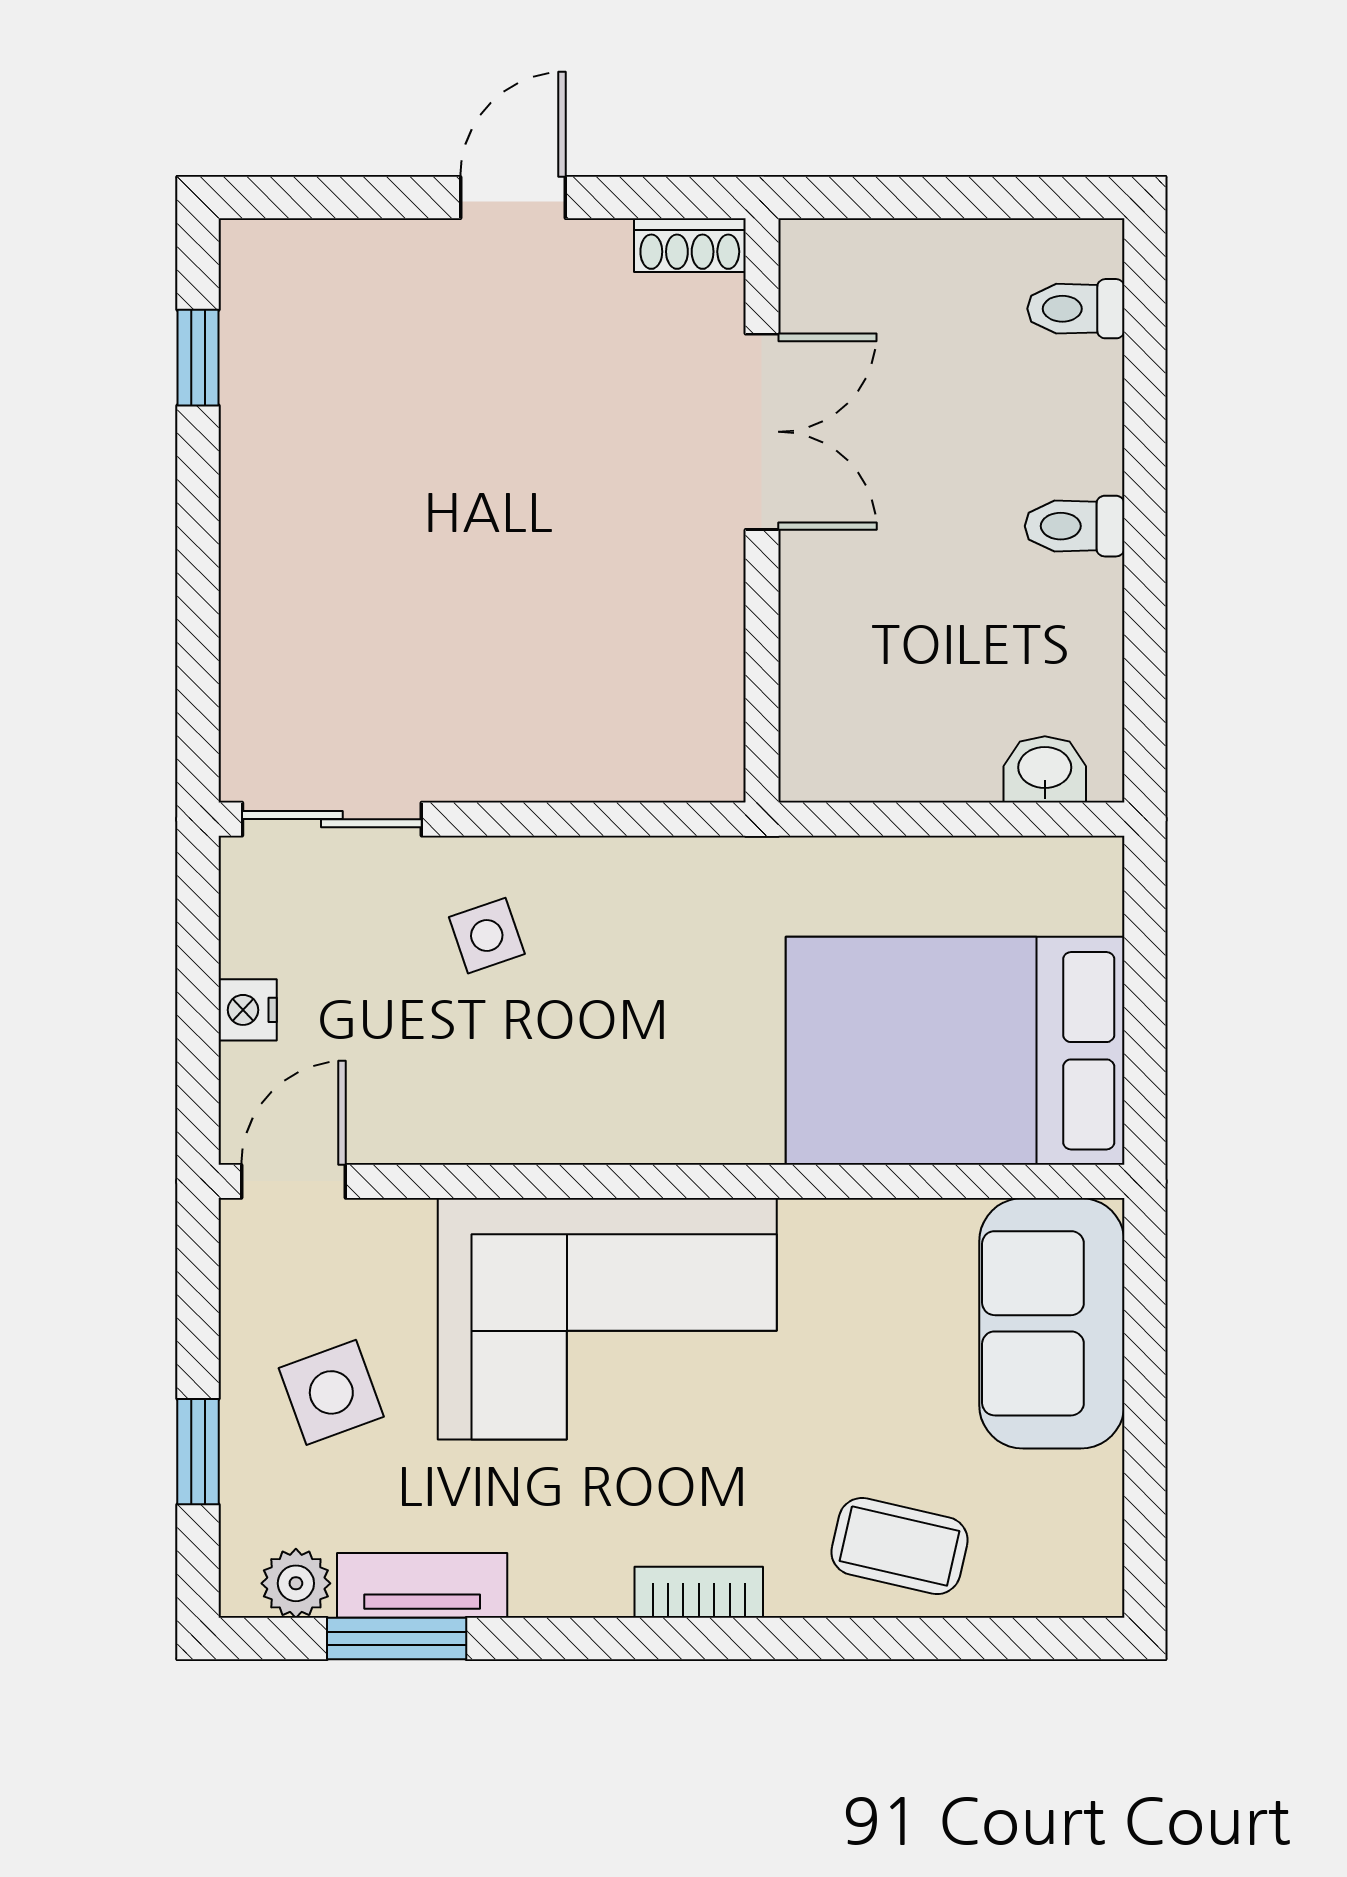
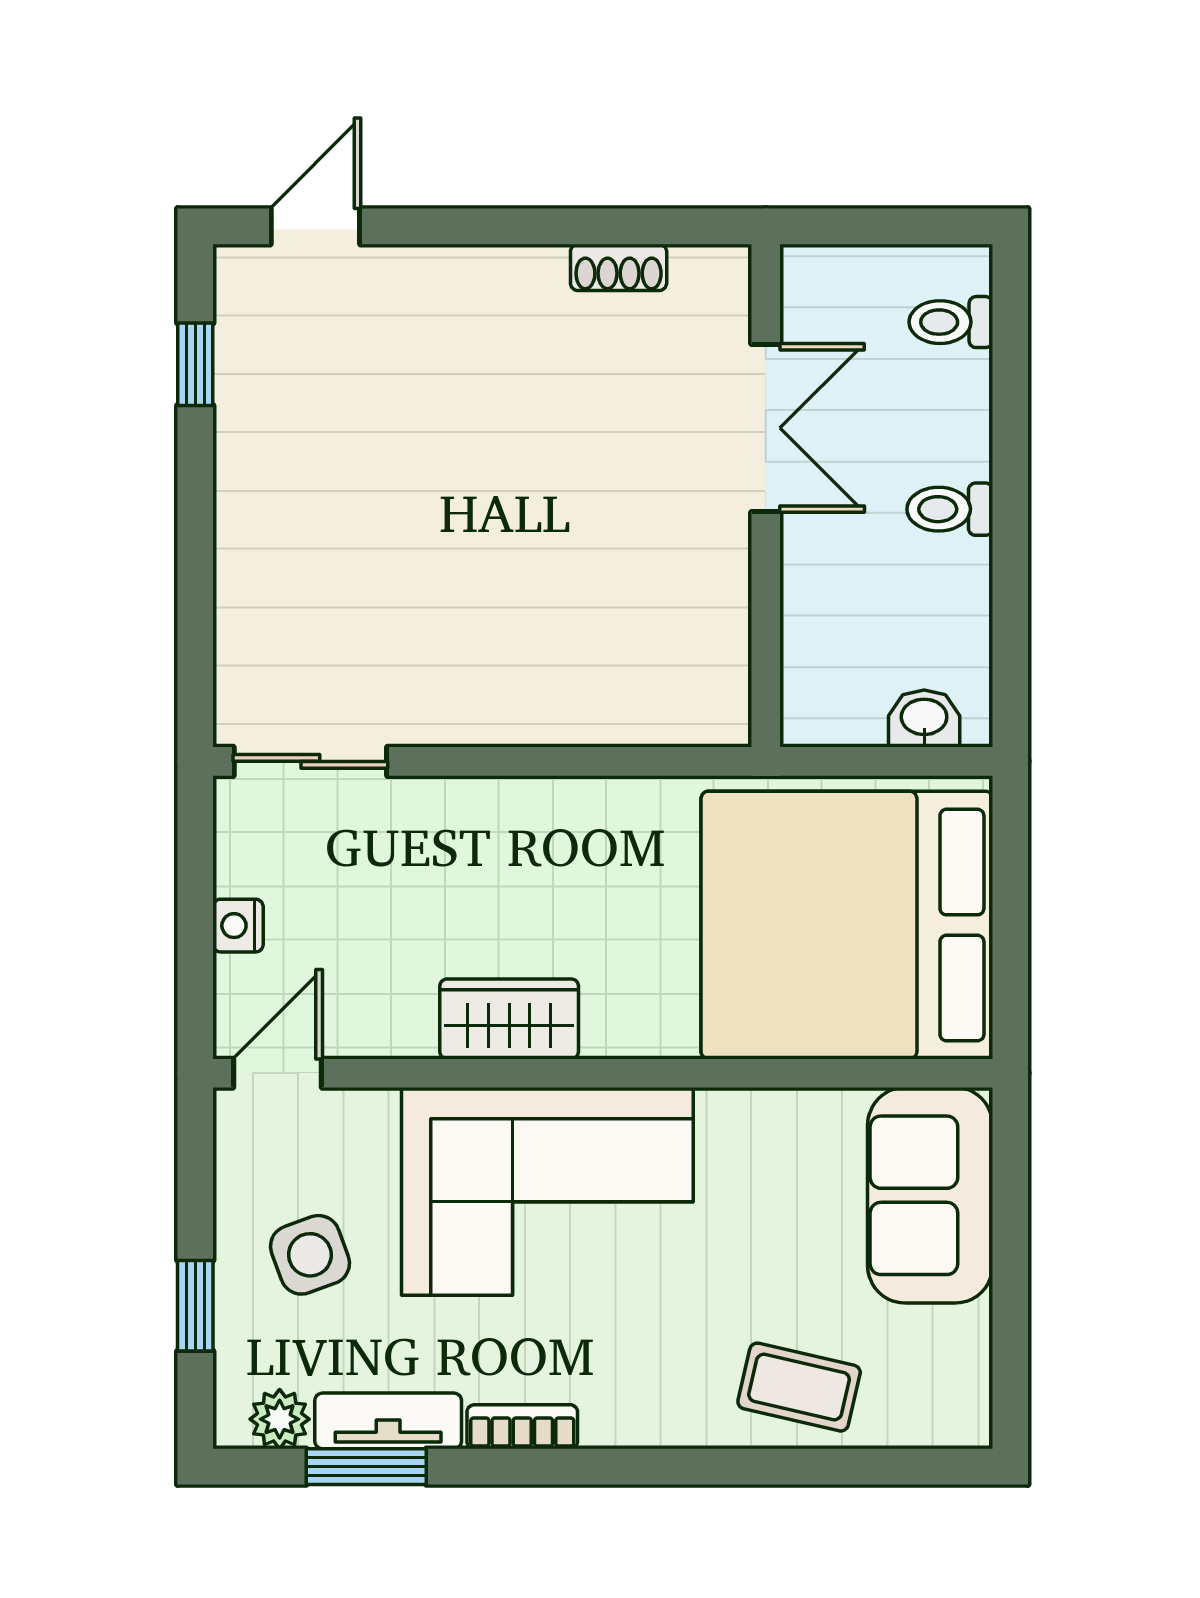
door: (513, 198) -> (315, 226), moved
double door: (762, 432) -> (766, 428), moved
wall: (762, 510) -> (766, 496), moved
side table: (487, 936) -> (444, 862), removed
bed: (955, 1051) -> (847, 925), width x1.36
wardrobe: (563, 1118) -> (509, 1019), added
bookcase: (699, 1592) -> (522, 1427), moved

